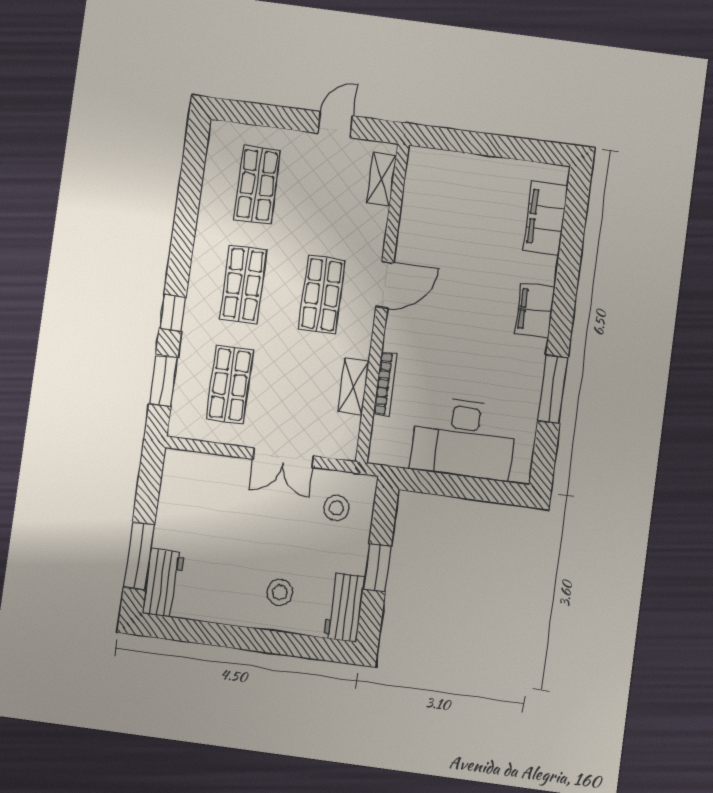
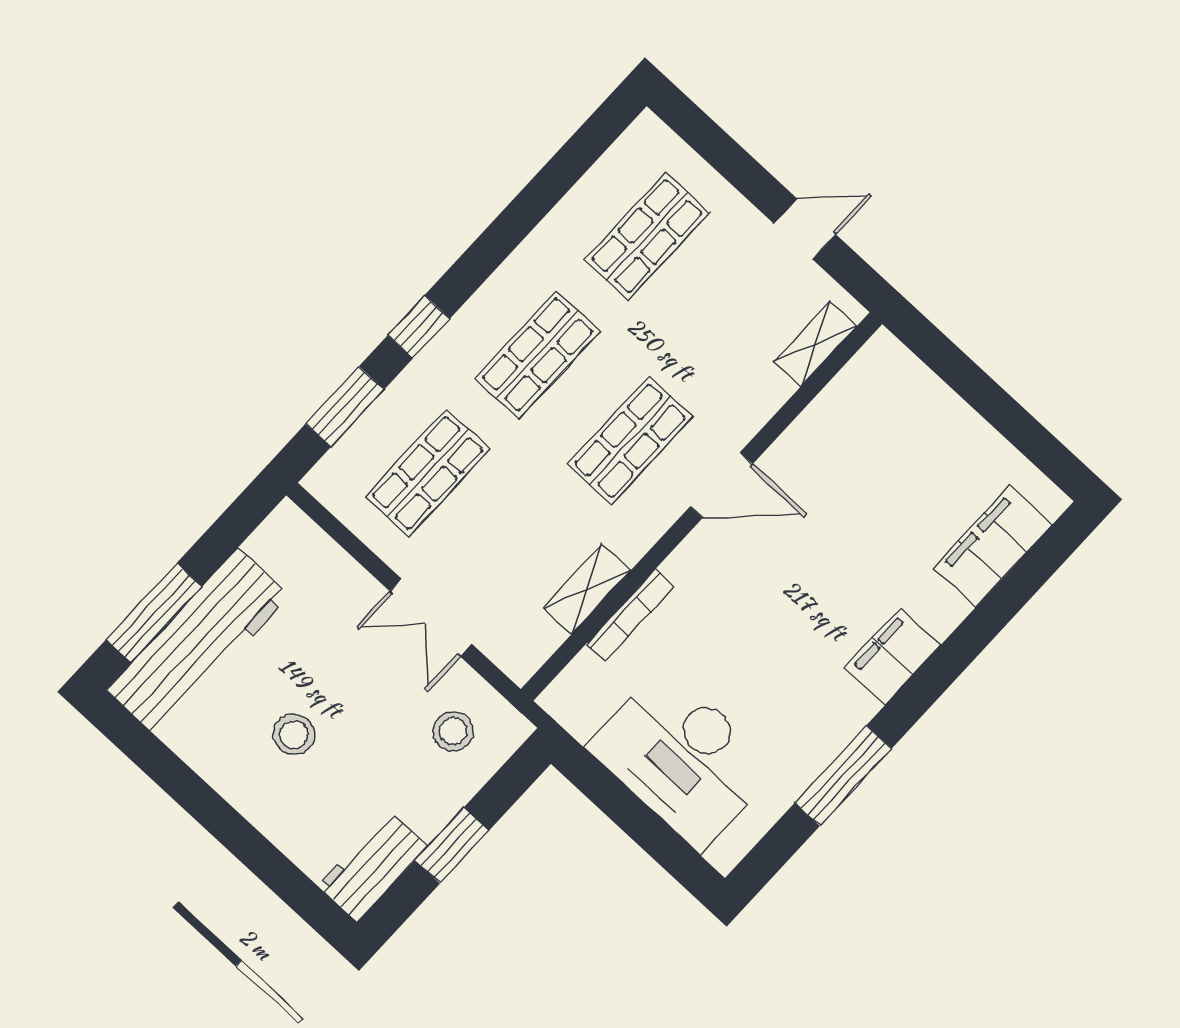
workbench: (163, 583) -> (198, 643), width x1.88, depth x1.32
stool: (280, 592) -> (294, 735), moved

